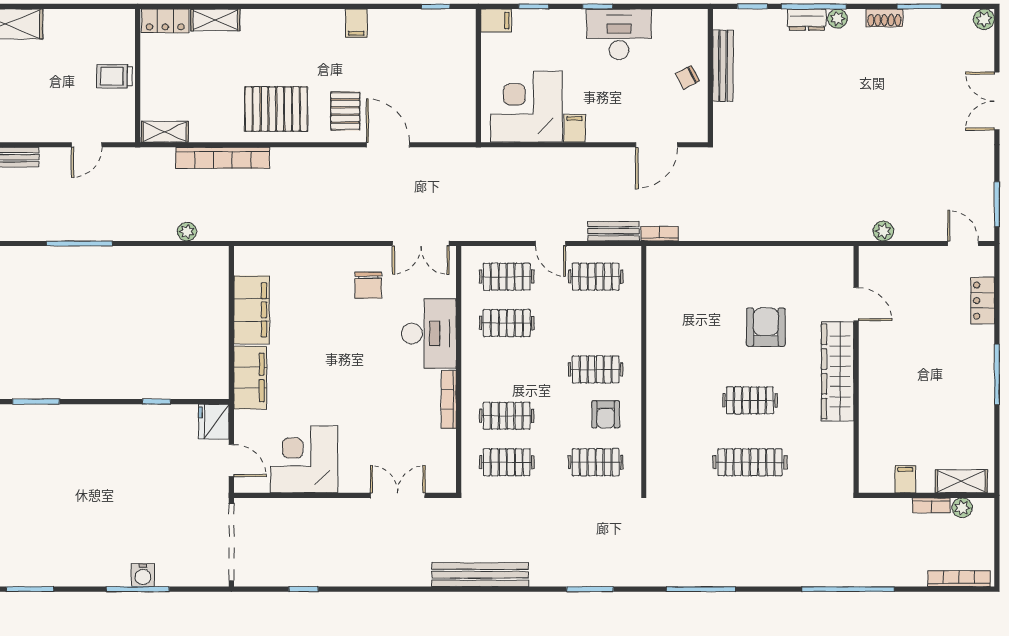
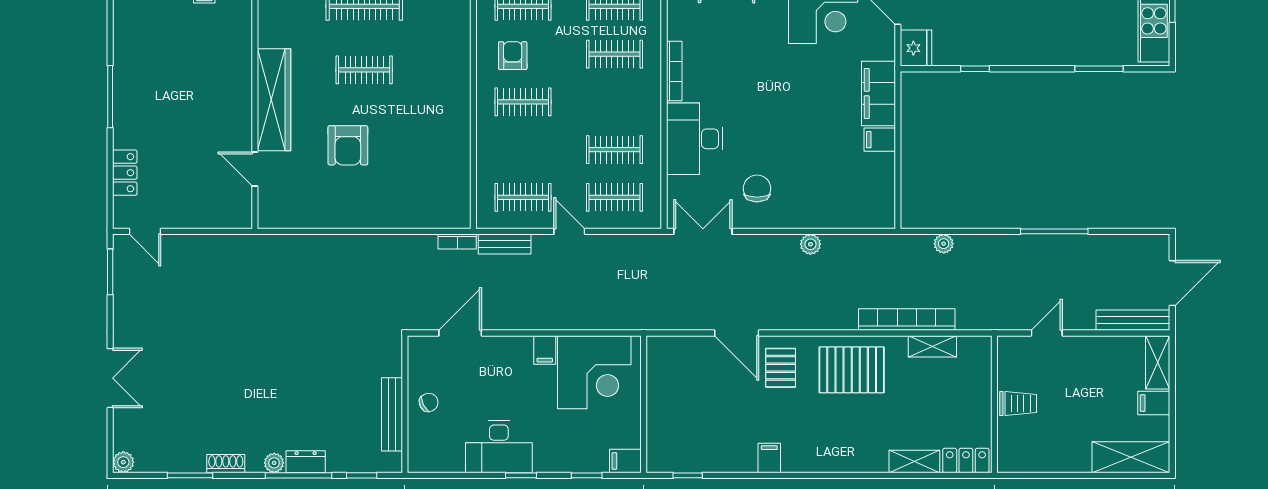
shelving: (165, 132) -> (932, 346), moved
plant: (883, 231) -> (810, 244), moved
filing cabinet: (252, 310) -> (880, 140), width x0.33, depth x0.86

